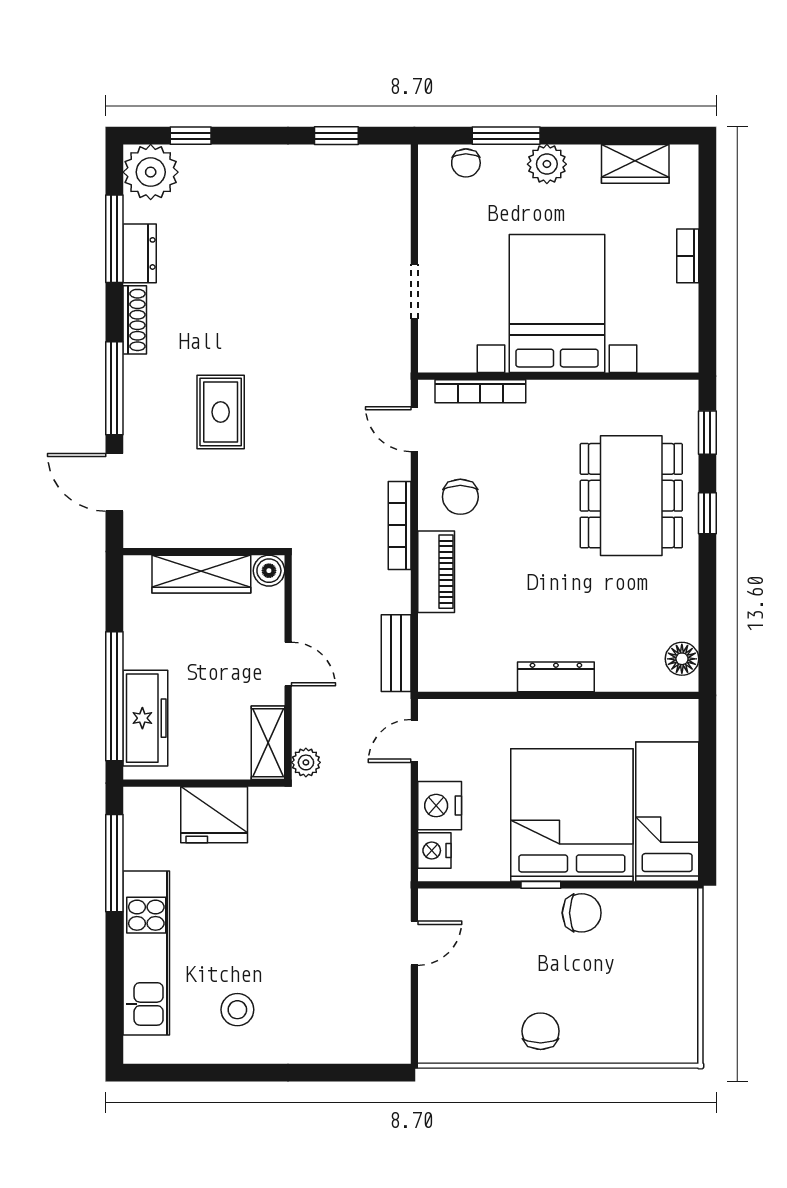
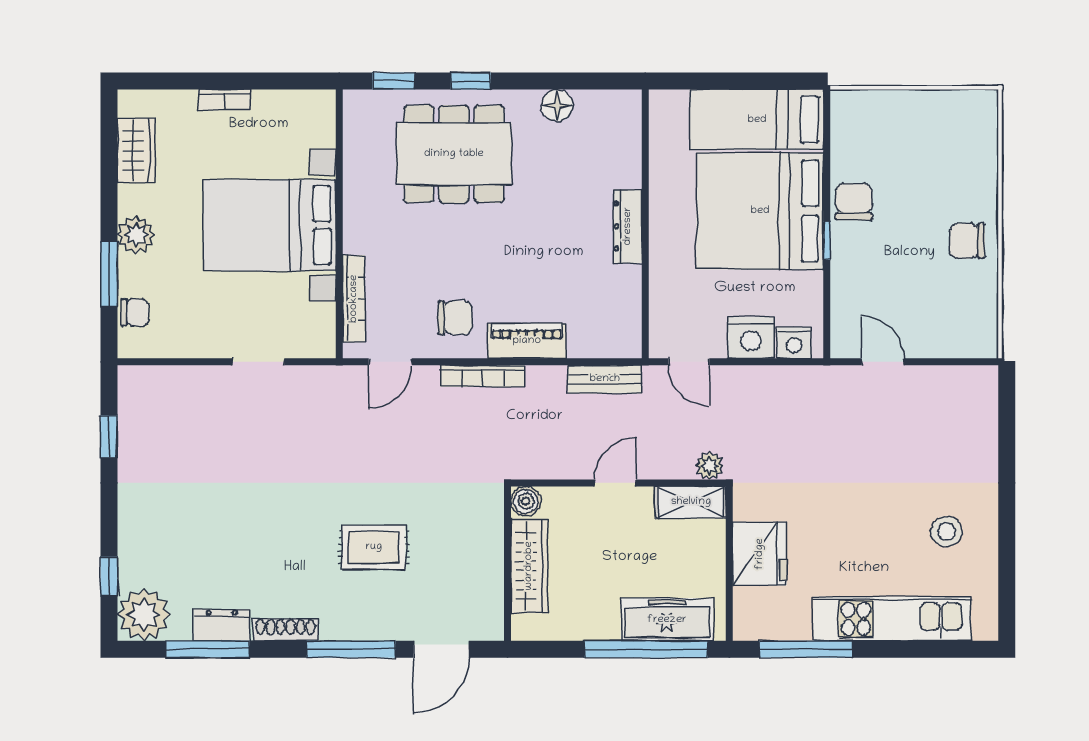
floor lamp: (682, 659) -> (557, 105), moved

